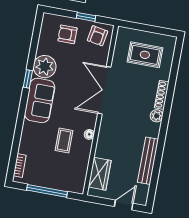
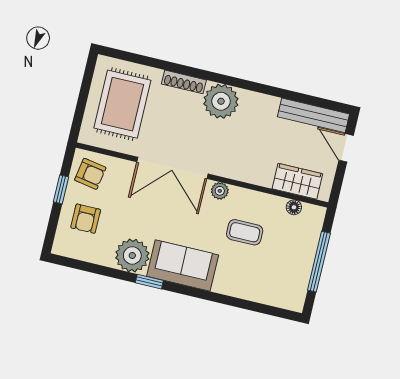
rug: (145, 55) -> (122, 104), width x1.36, depth x1.43
plant: (157, 116) -> (221, 101), width x1.88, depth x1.88
plant: (91, 123) -> (220, 191), added
floor lamp: (89, 134) -> (294, 207), moved
bench: (148, 161) -> (313, 115), moved
bookcase: (20, 166) -> (279, 301), removed

